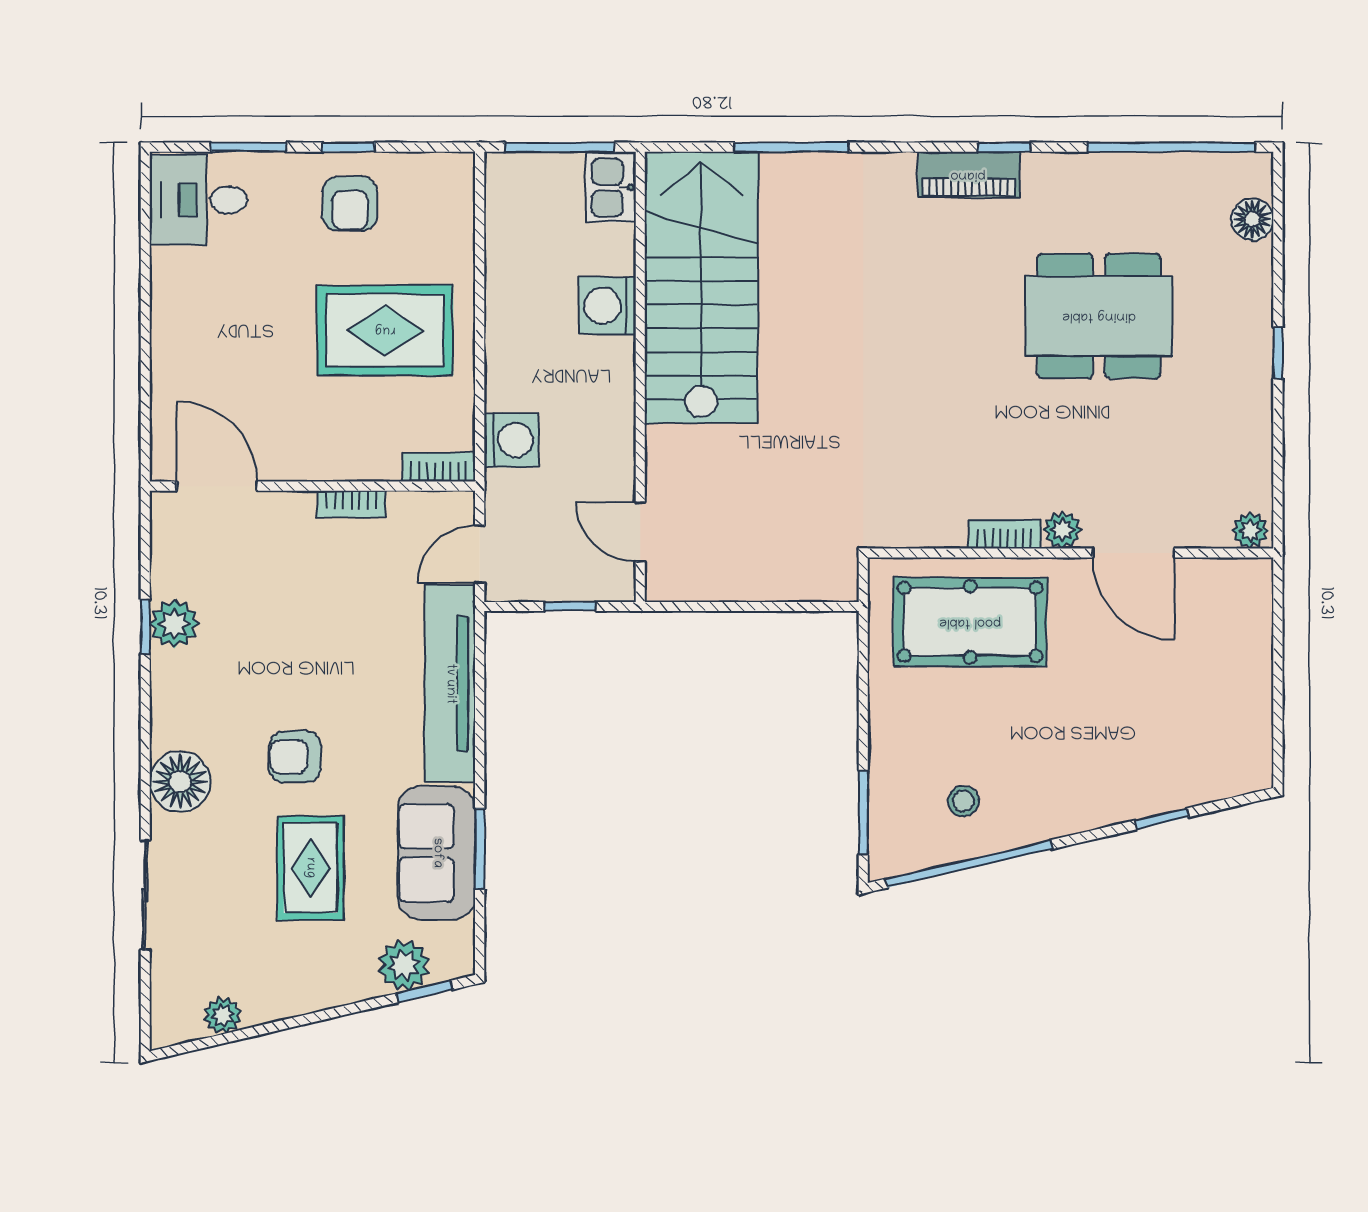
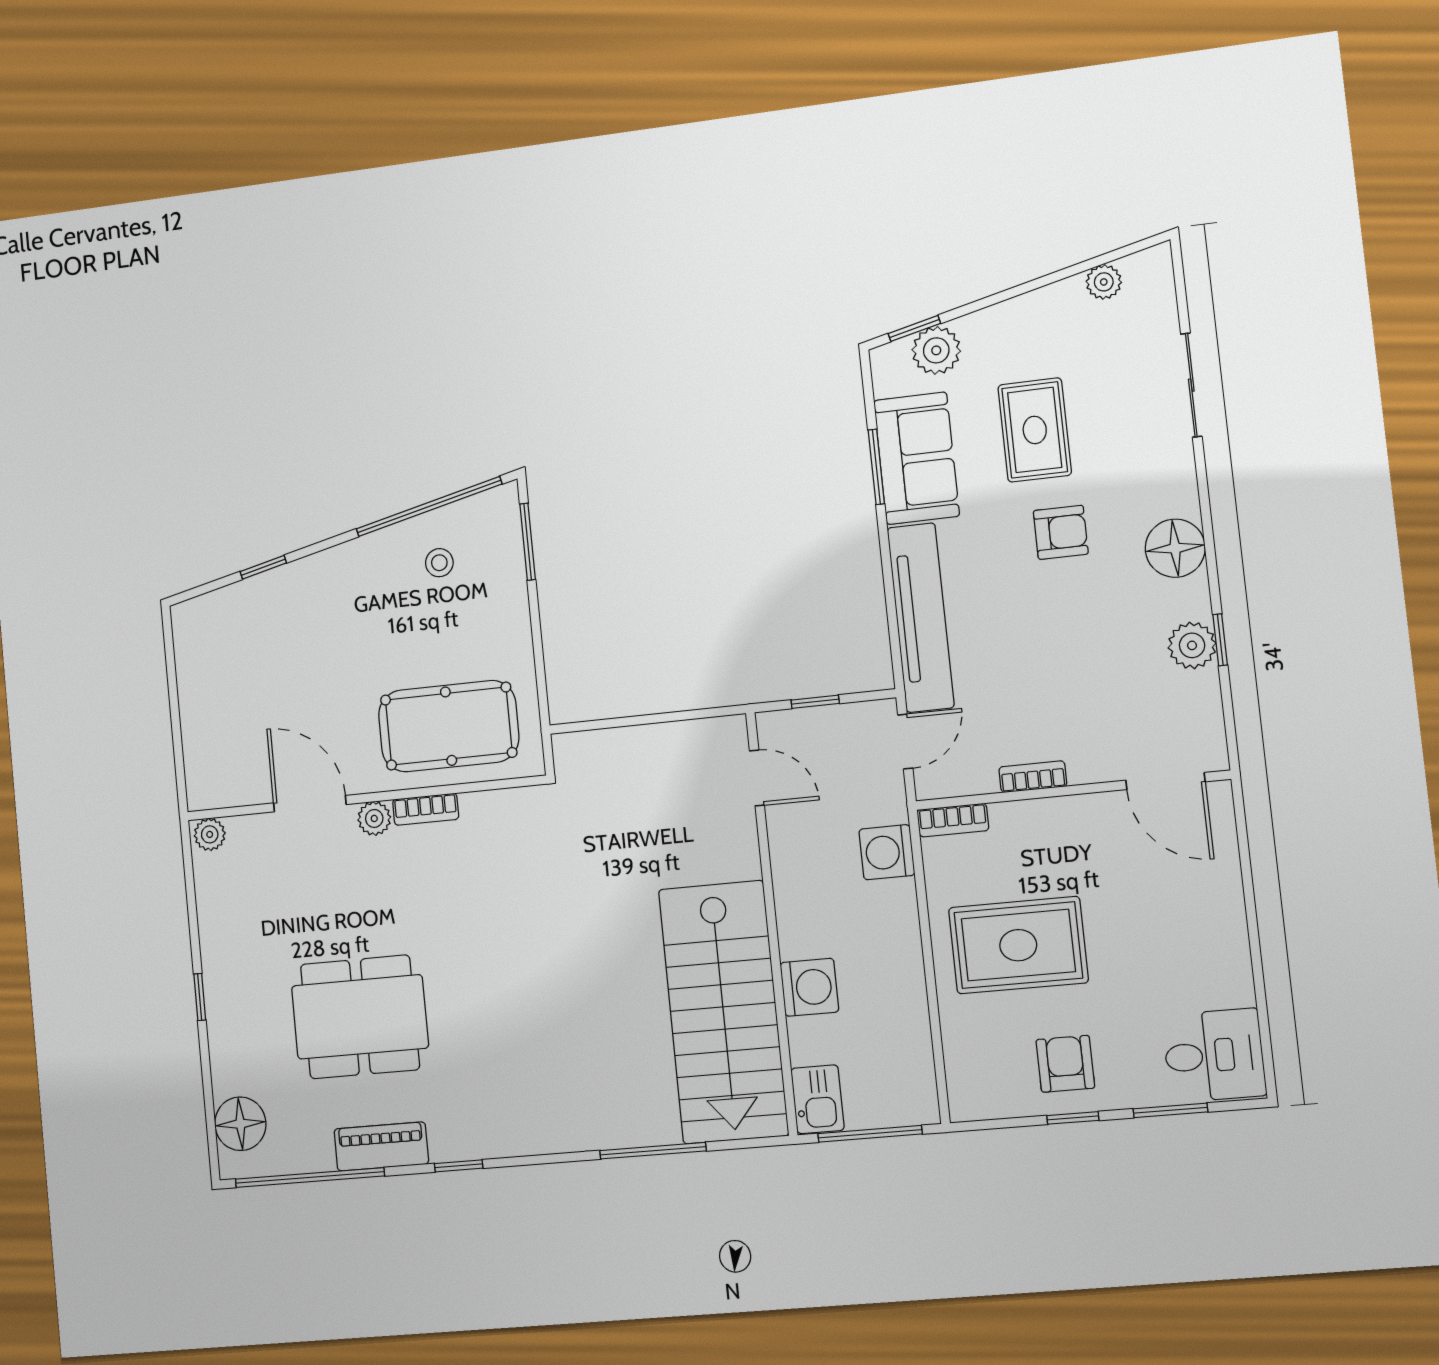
piano: (968, 175) -> (381, 1146), moved
floor lamp: (1252, 219) -> (240, 1124), width x1.38, depth x1.38
floor lamp: (180, 782) -> (1175, 548), moved

